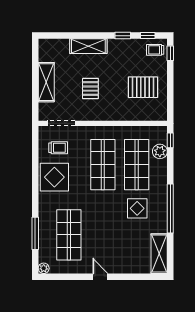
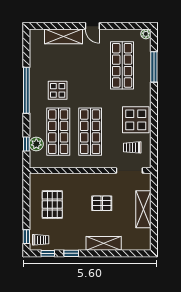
pallet: (143, 87) -> (52, 205), turned 90
pallet: (90, 89) -> (102, 203), turned 90
window: (170, 140) -> (26, 144), moved
shelving: (159, 254) -> (64, 36), moved, turned 90

